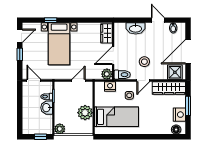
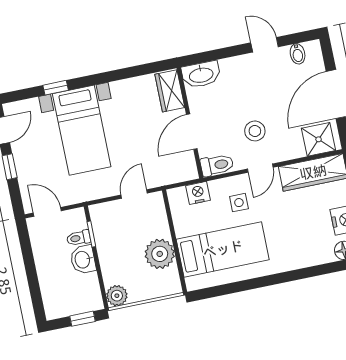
washbasin: (136, 28) -> (201, 75), moved
plant: (107, 74) -> (187, 170), removed

